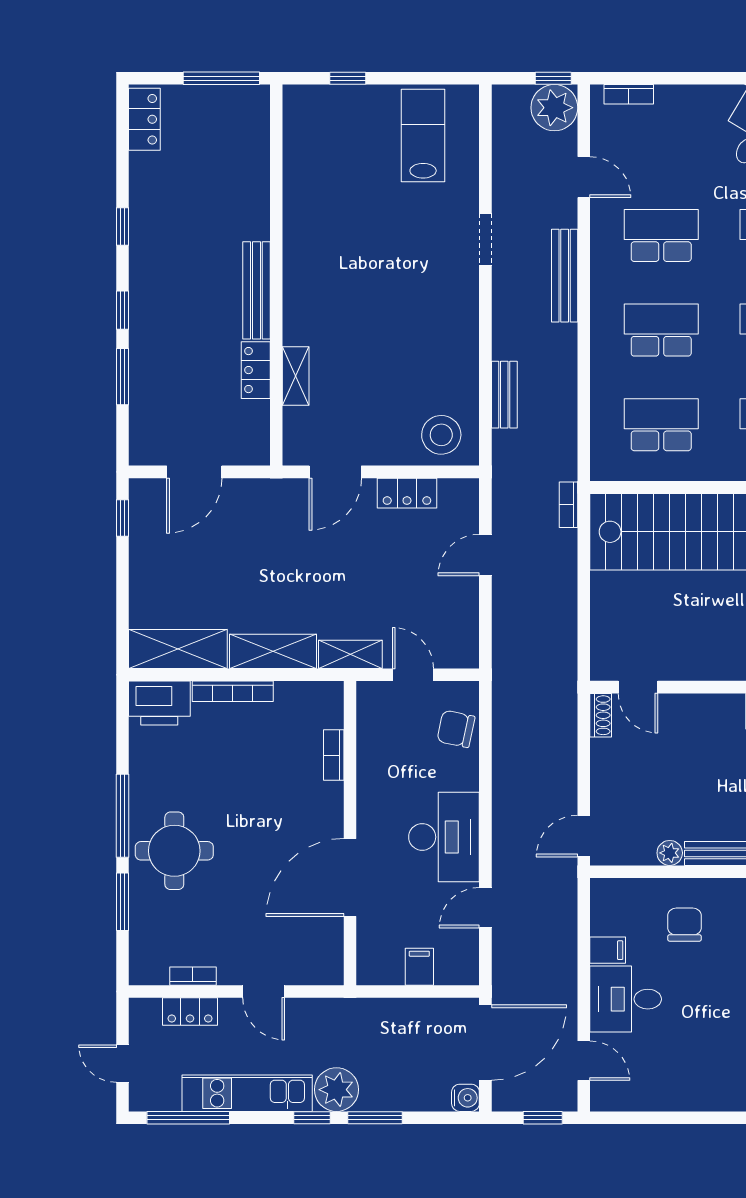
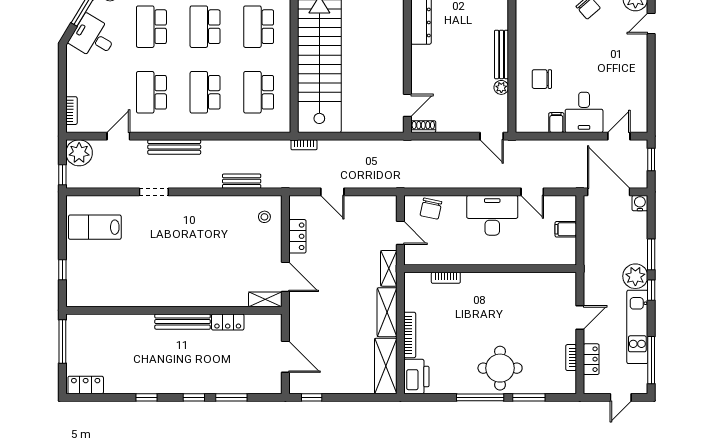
window: (553, 78) -> (62, 175), moved
shelving: (296, 376) -> (265, 299), moved
stool: (441, 435) -> (264, 217), width x0.53, depth x0.53
door: (413, 675) -> (400, 233), swing flipped
door: (350, 877) -> (515, 269), removed

